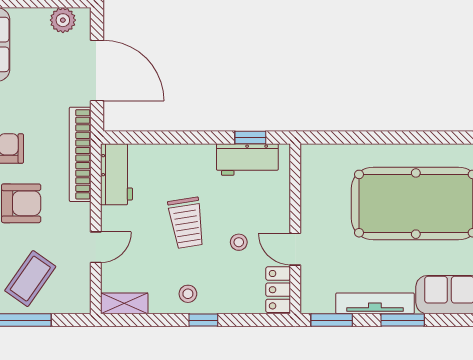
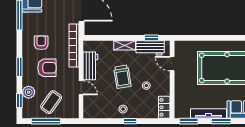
workbench: (117, 174) -> (90, 66), moved
door: (96, 247) -> (81, 88), hinge flipped
door: (295, 249) -> (172, 64), moved
shelving: (124, 303) -> (125, 45), moved

